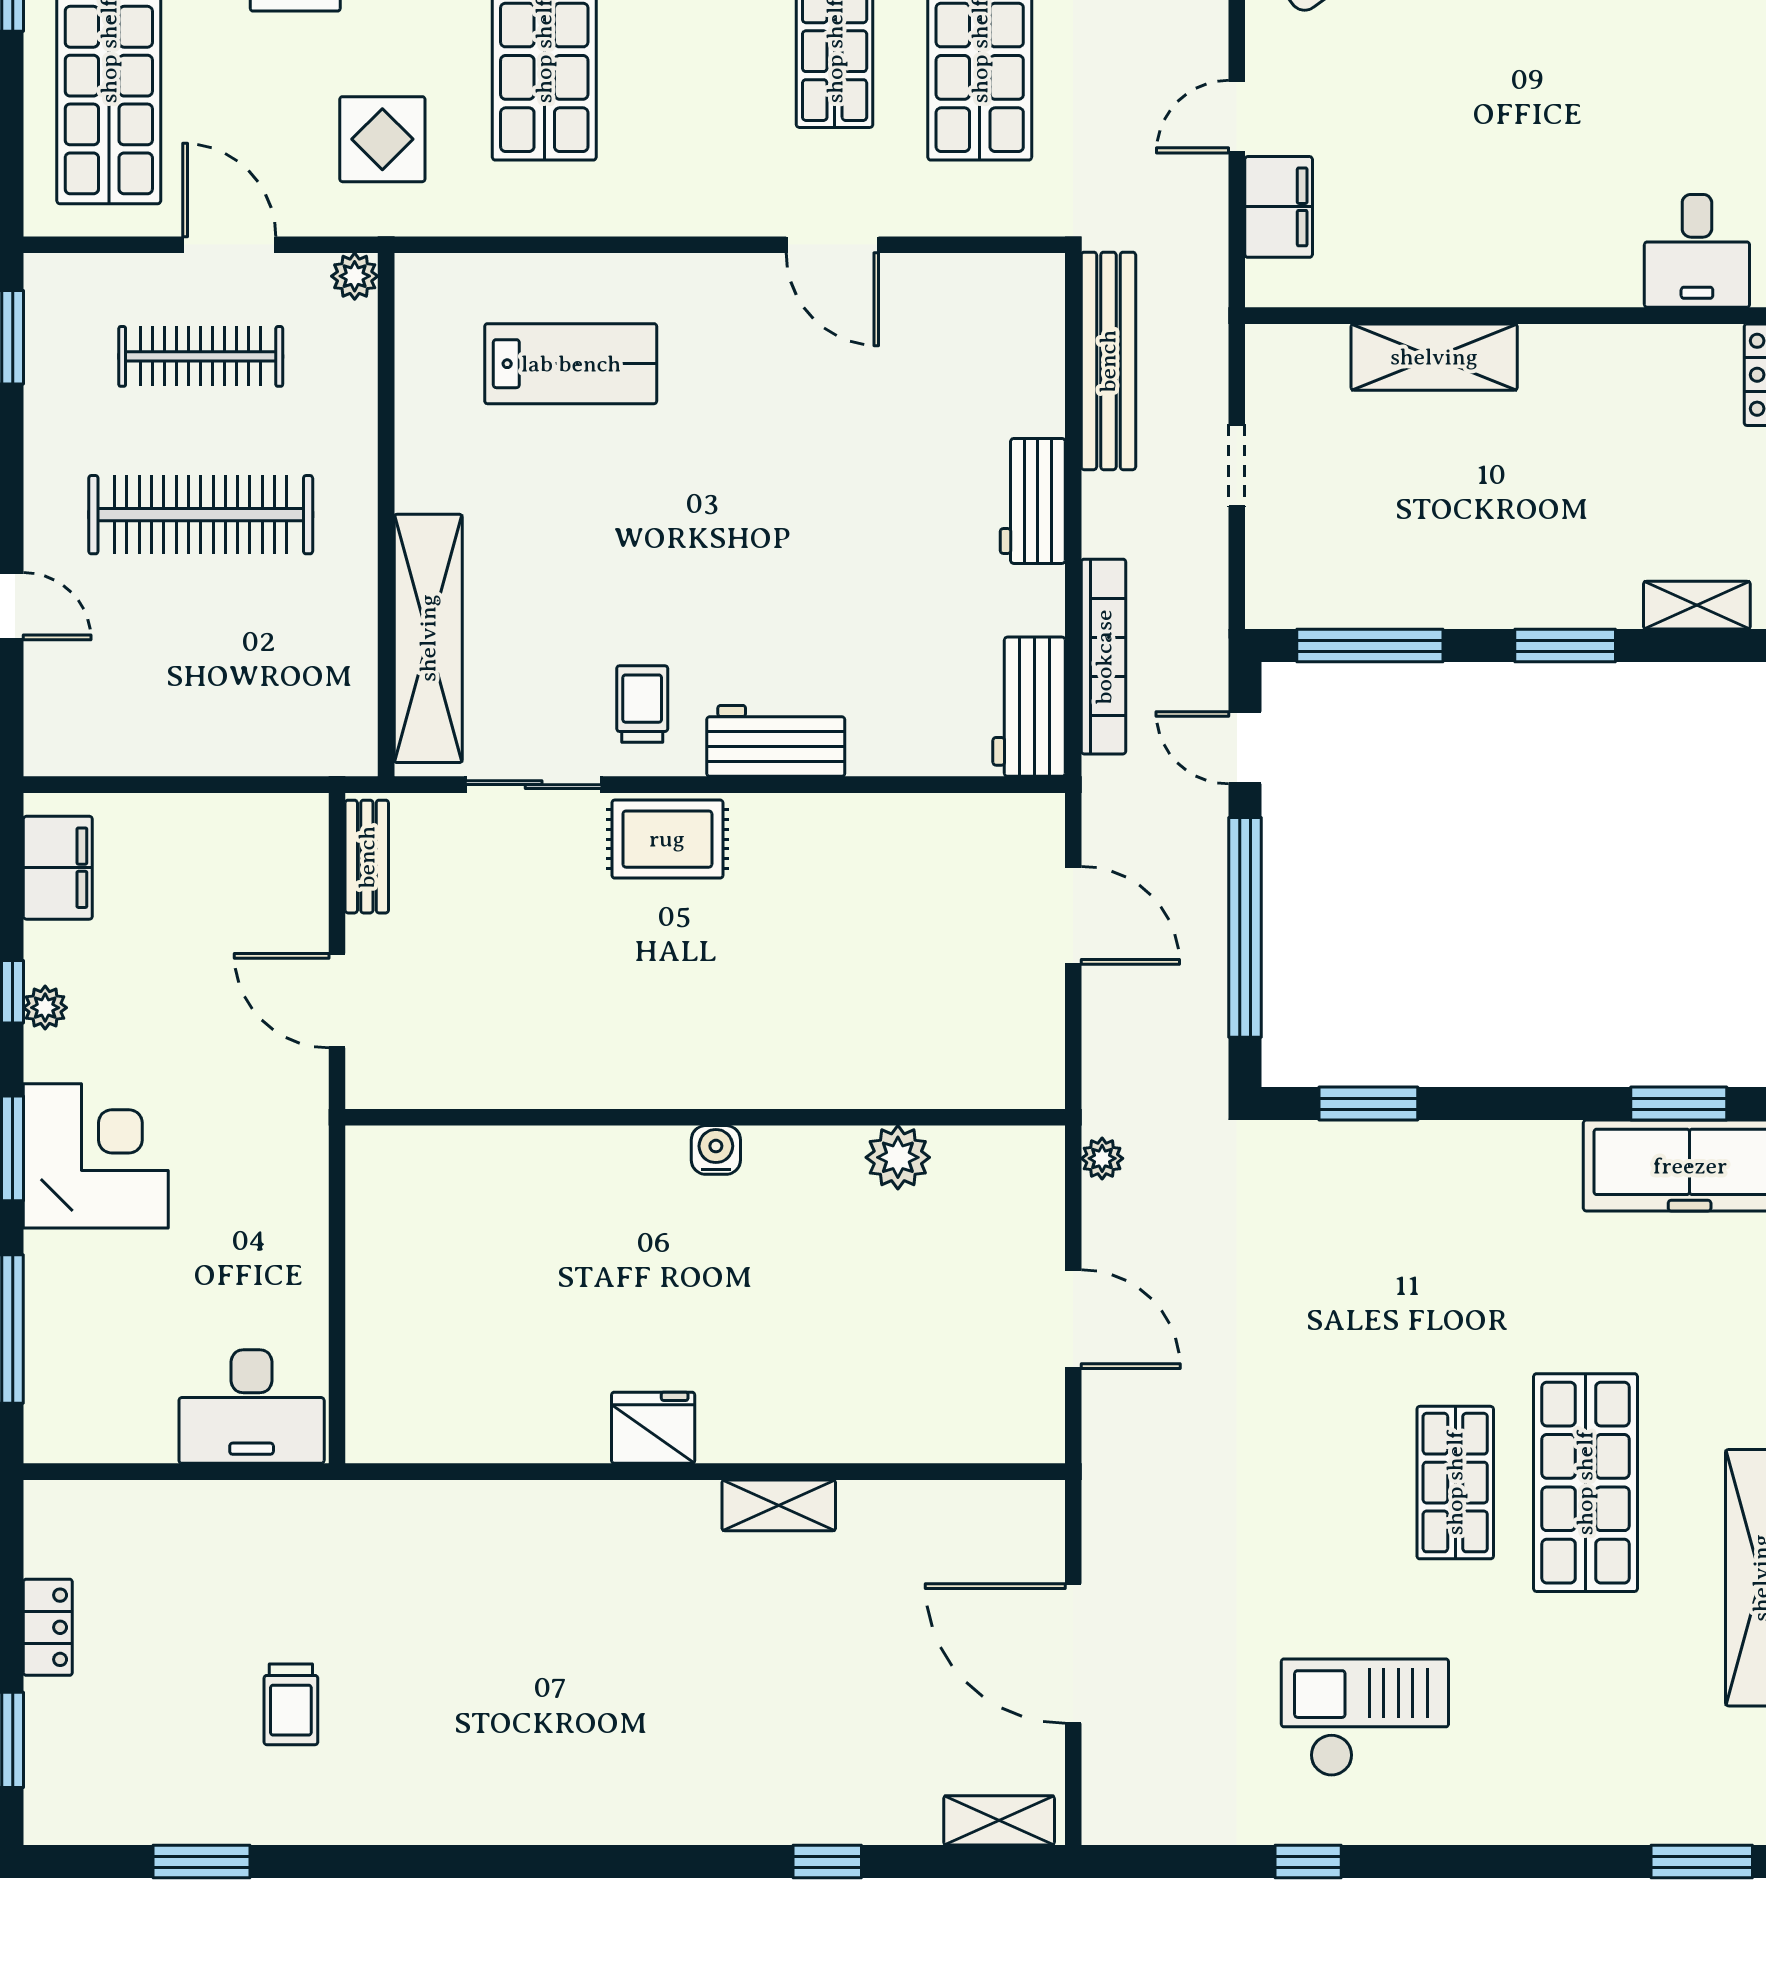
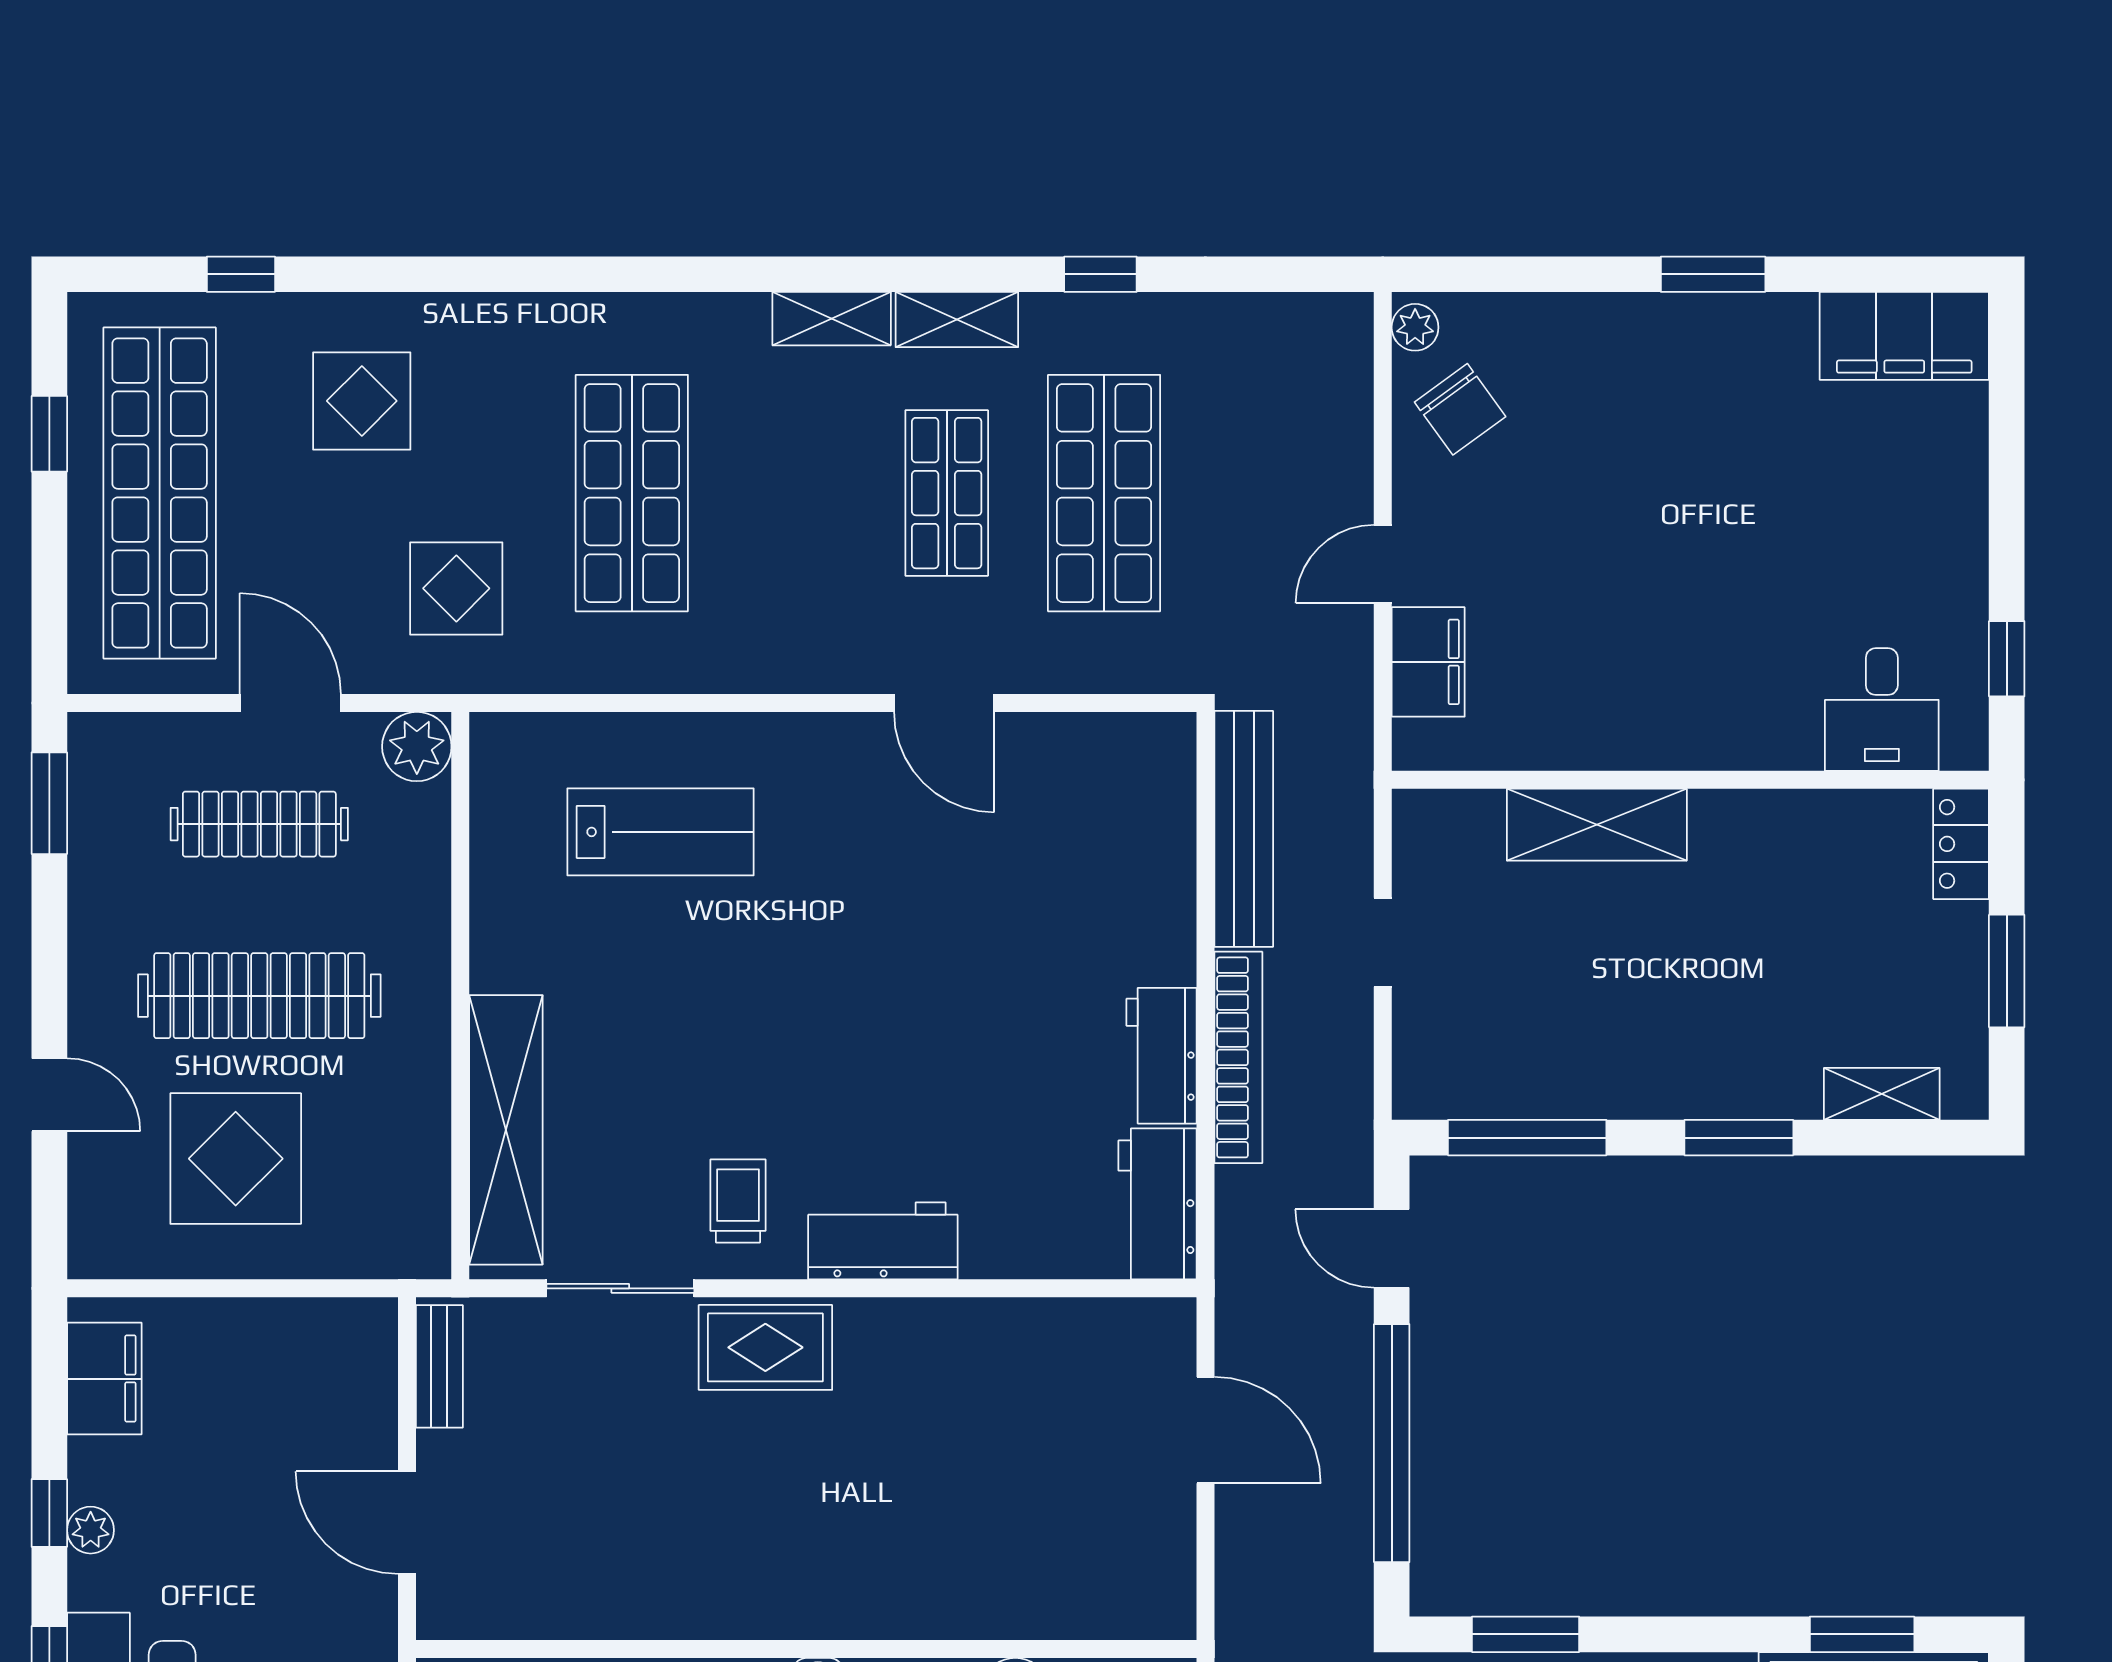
plant: (355, 276) -> (417, 747), width x1.38, depth x1.38
workbench: (1033, 501) -> (1161, 1056), moved
bookcase: (1104, 657) -> (1238, 1057), moved
display table: (179, 665) -> (236, 1159), added

